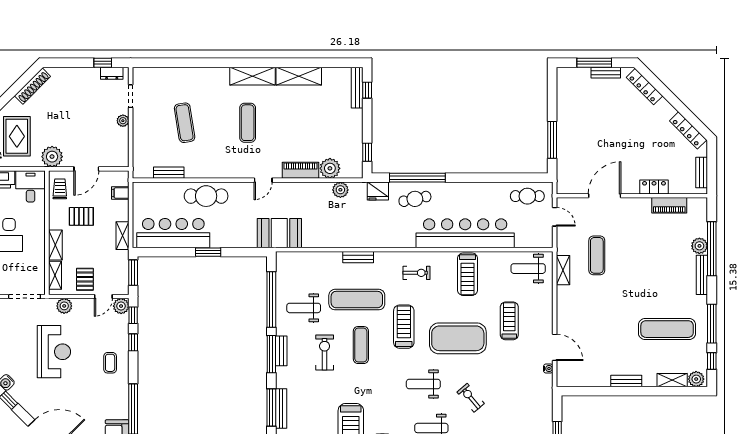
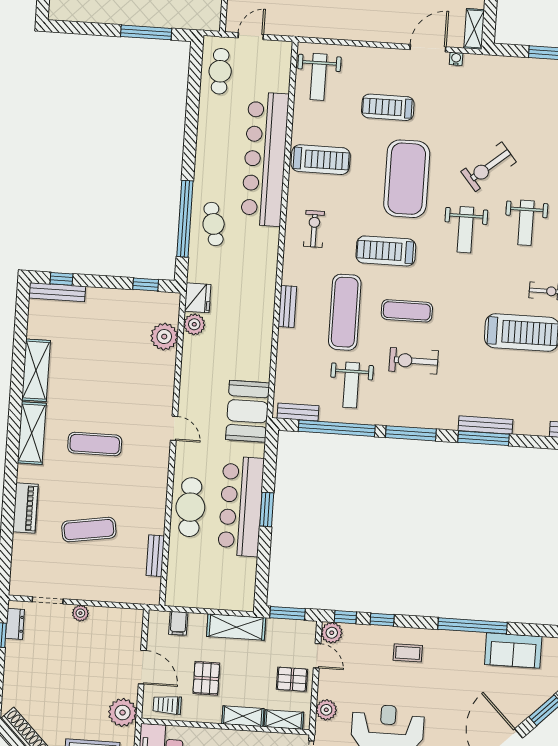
piano: (300, 170) -> (25, 508), moved, turned 180
fridge: (378, 191) -> (198, 298), moved
bar counter: (173, 233) -> (241, 506), moved
shelving: (123, 236) -> (236, 627), width x1.50, depth x1.33
shelving: (563, 270) -> (474, 29), moved, turned 90
bench: (281, 351) -> (298, 412), moved
exercise bike: (471, 398) -> (489, 167), width x1.38, depth x1.39

